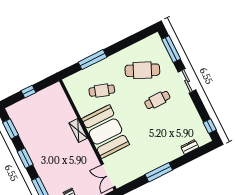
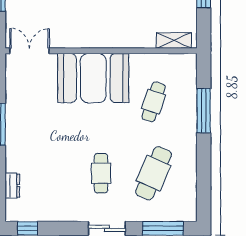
shelving: (78, 130) -> (174, 40), moved

